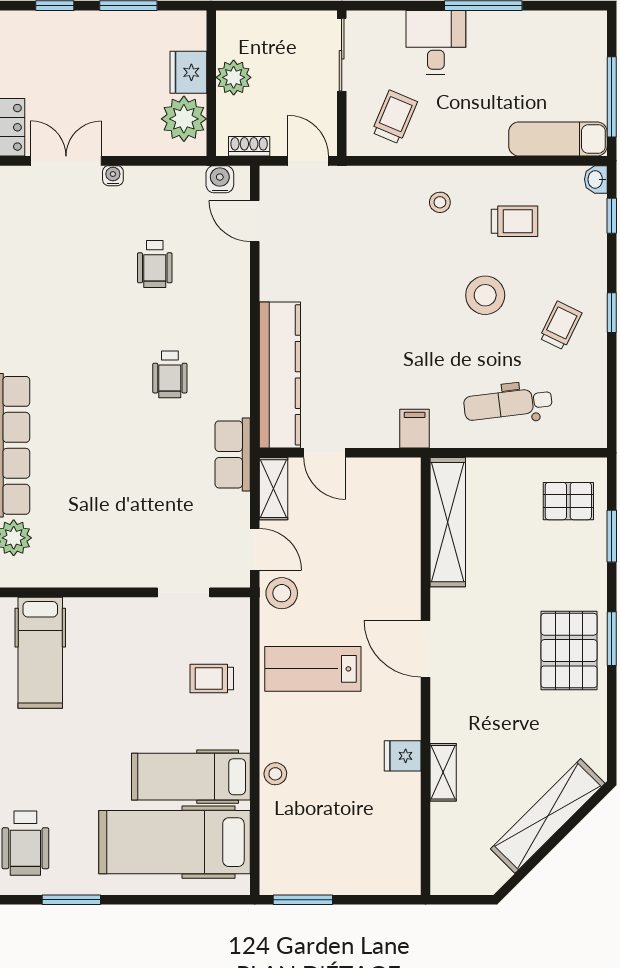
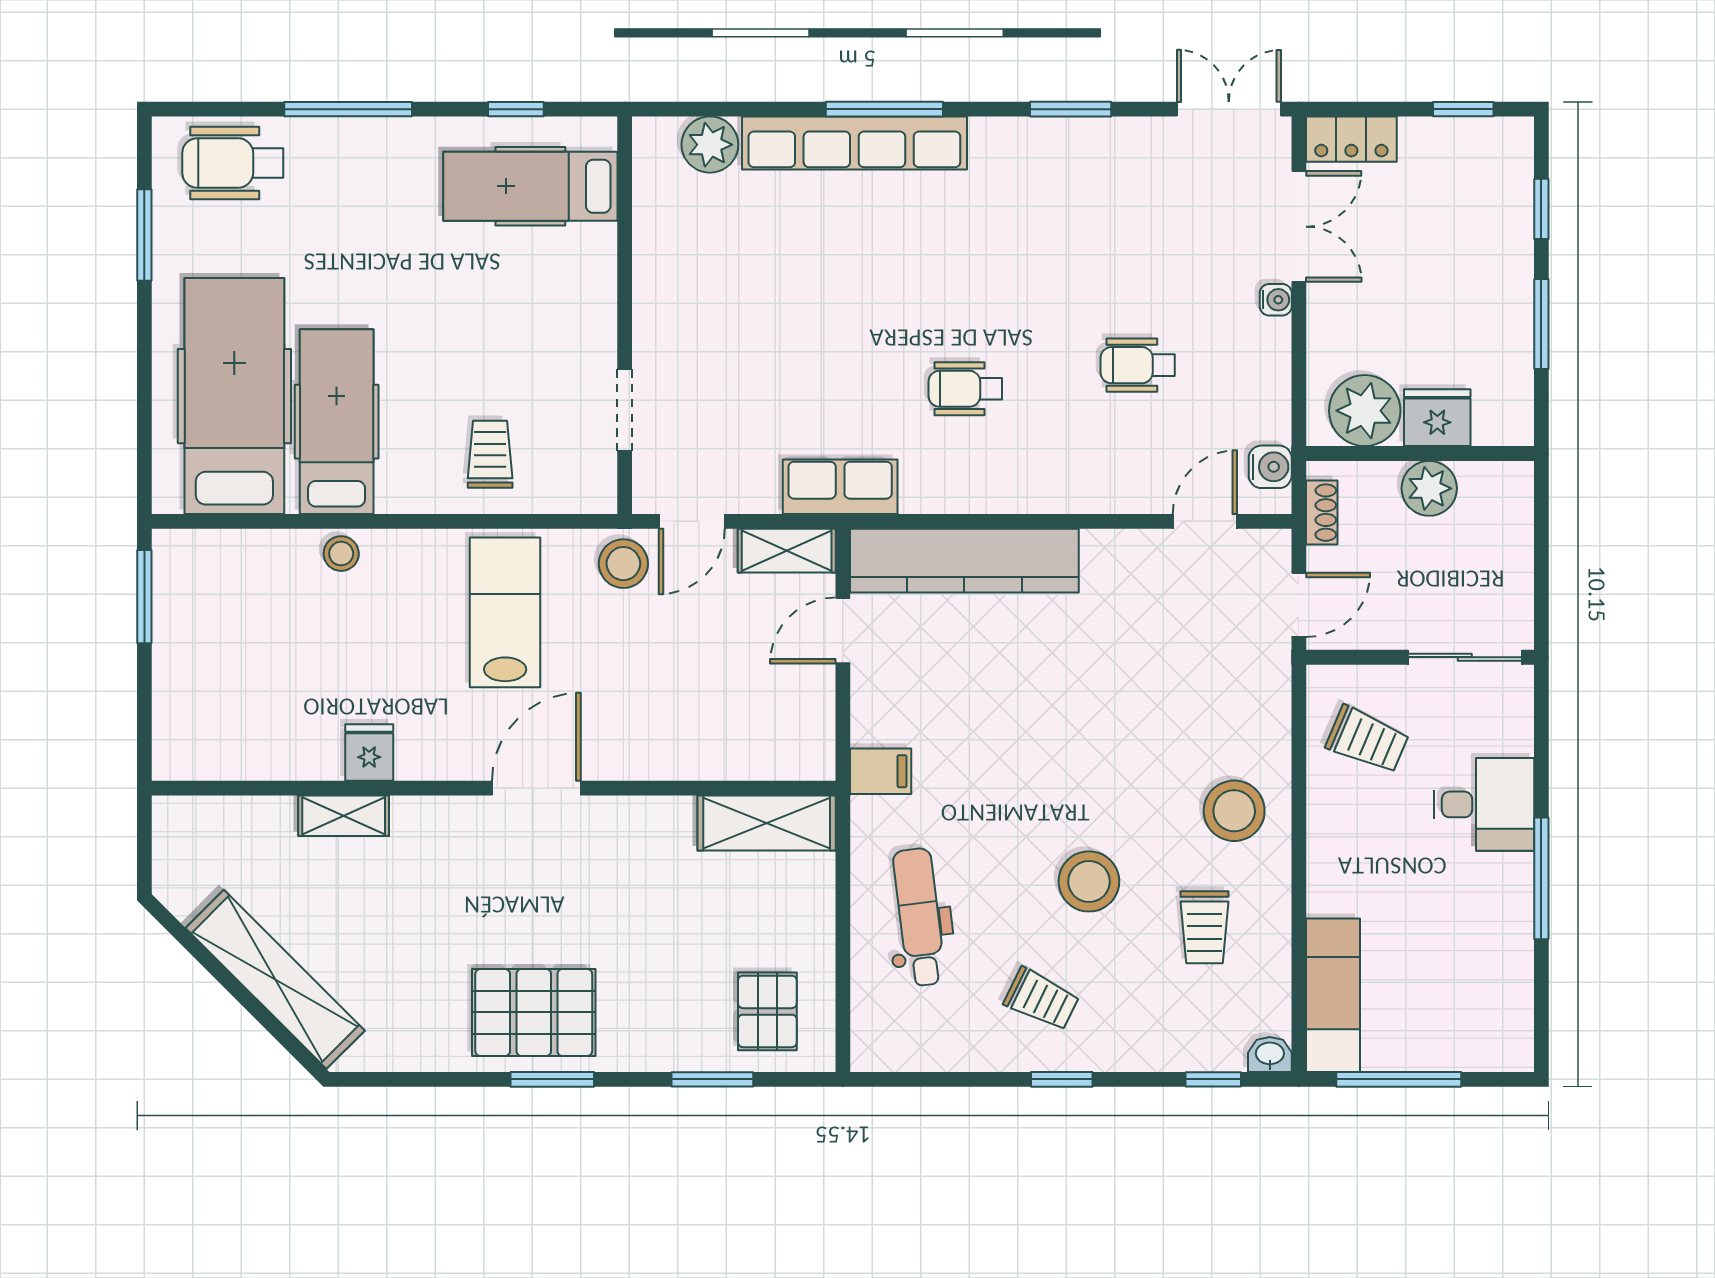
stool: (440, 202) -> (1234, 811), width x1.89, depth x1.89
shelving: (448, 522) -> (767, 823), width x0.68

